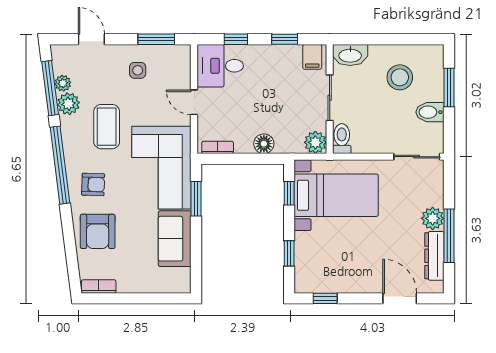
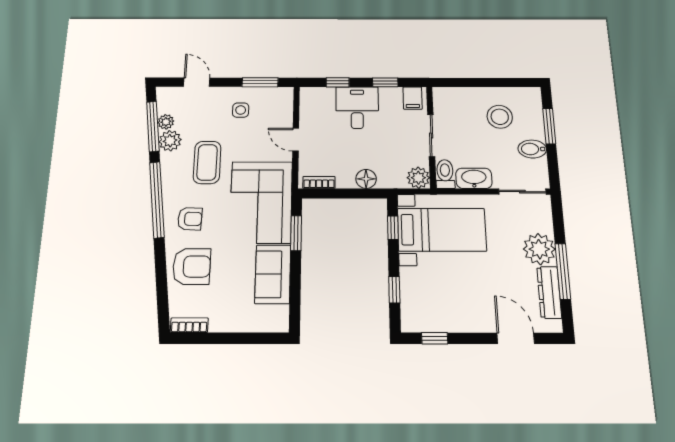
washbasin: (350, 55) -> (474, 178), moved, turned 180
desk: (220, 66) -> (357, 108), moved, turned 90
plant: (433, 218) -> (539, 249), width x1.36, depth x1.36
armchair: (98, 231) -> (192, 266), turned -90

